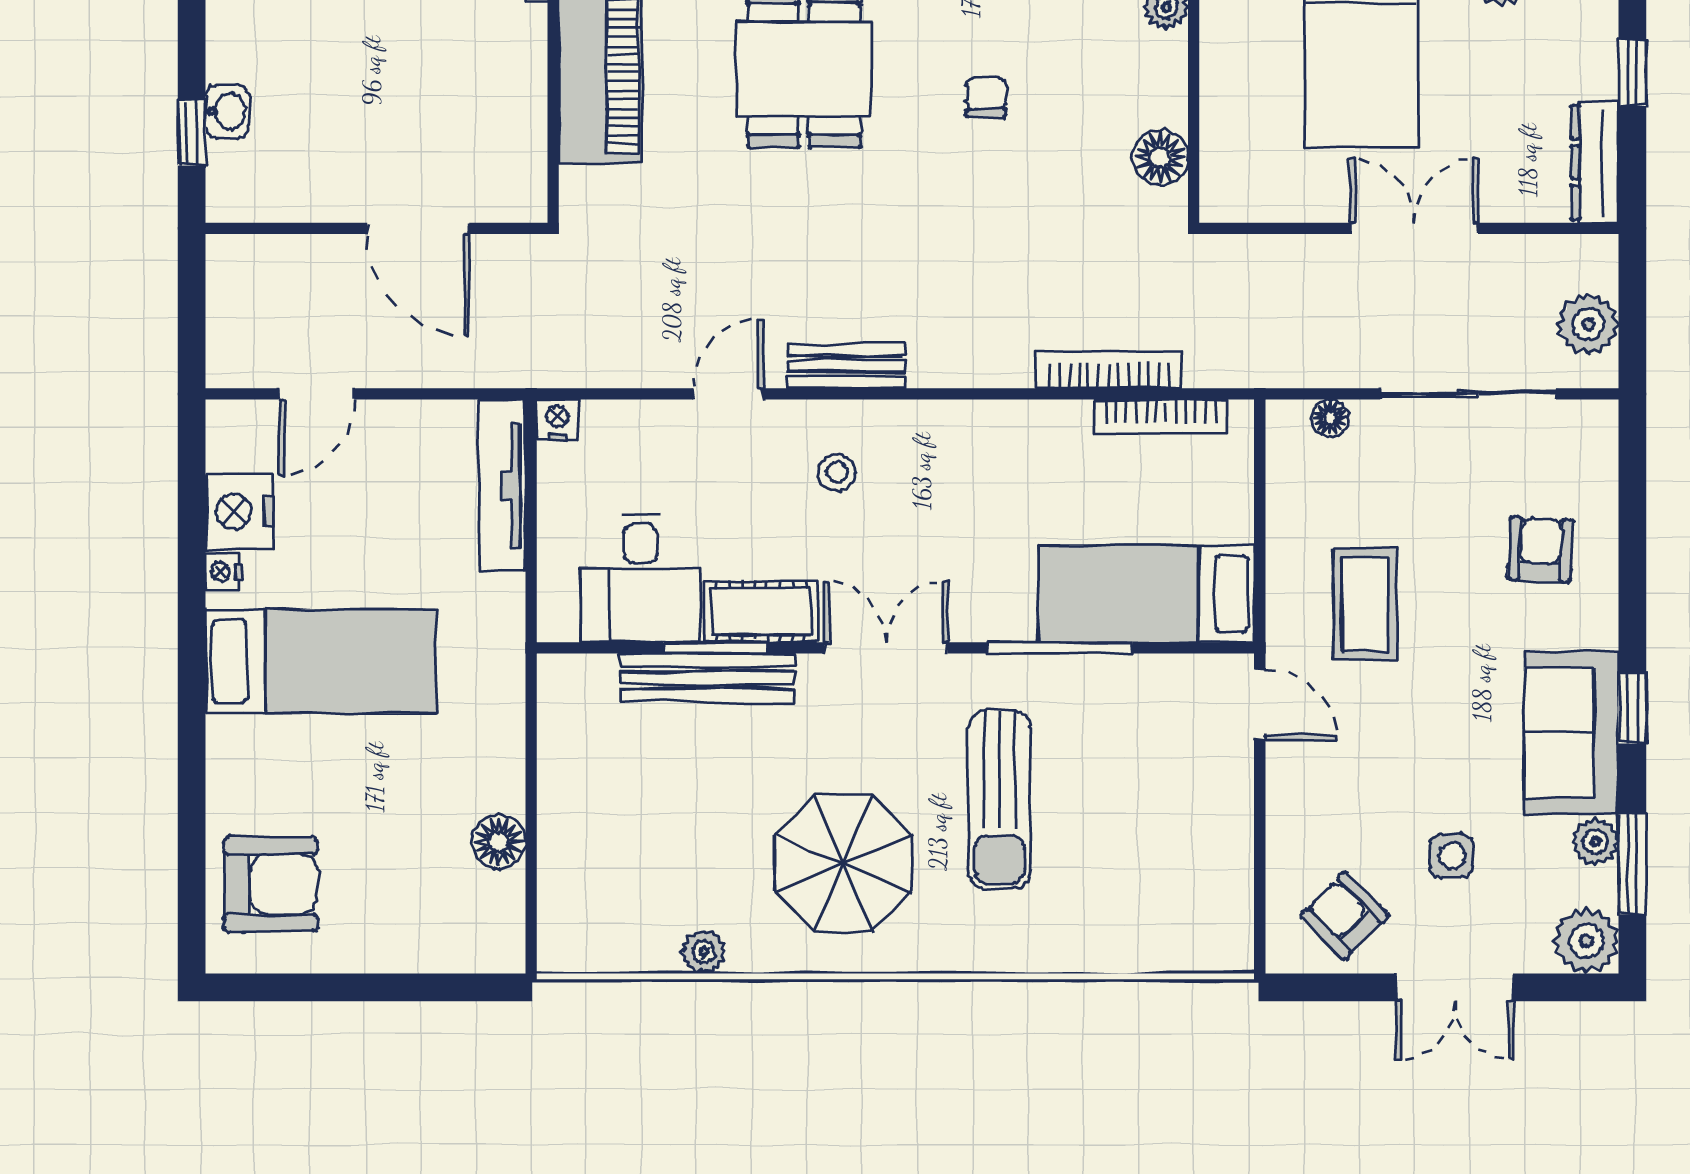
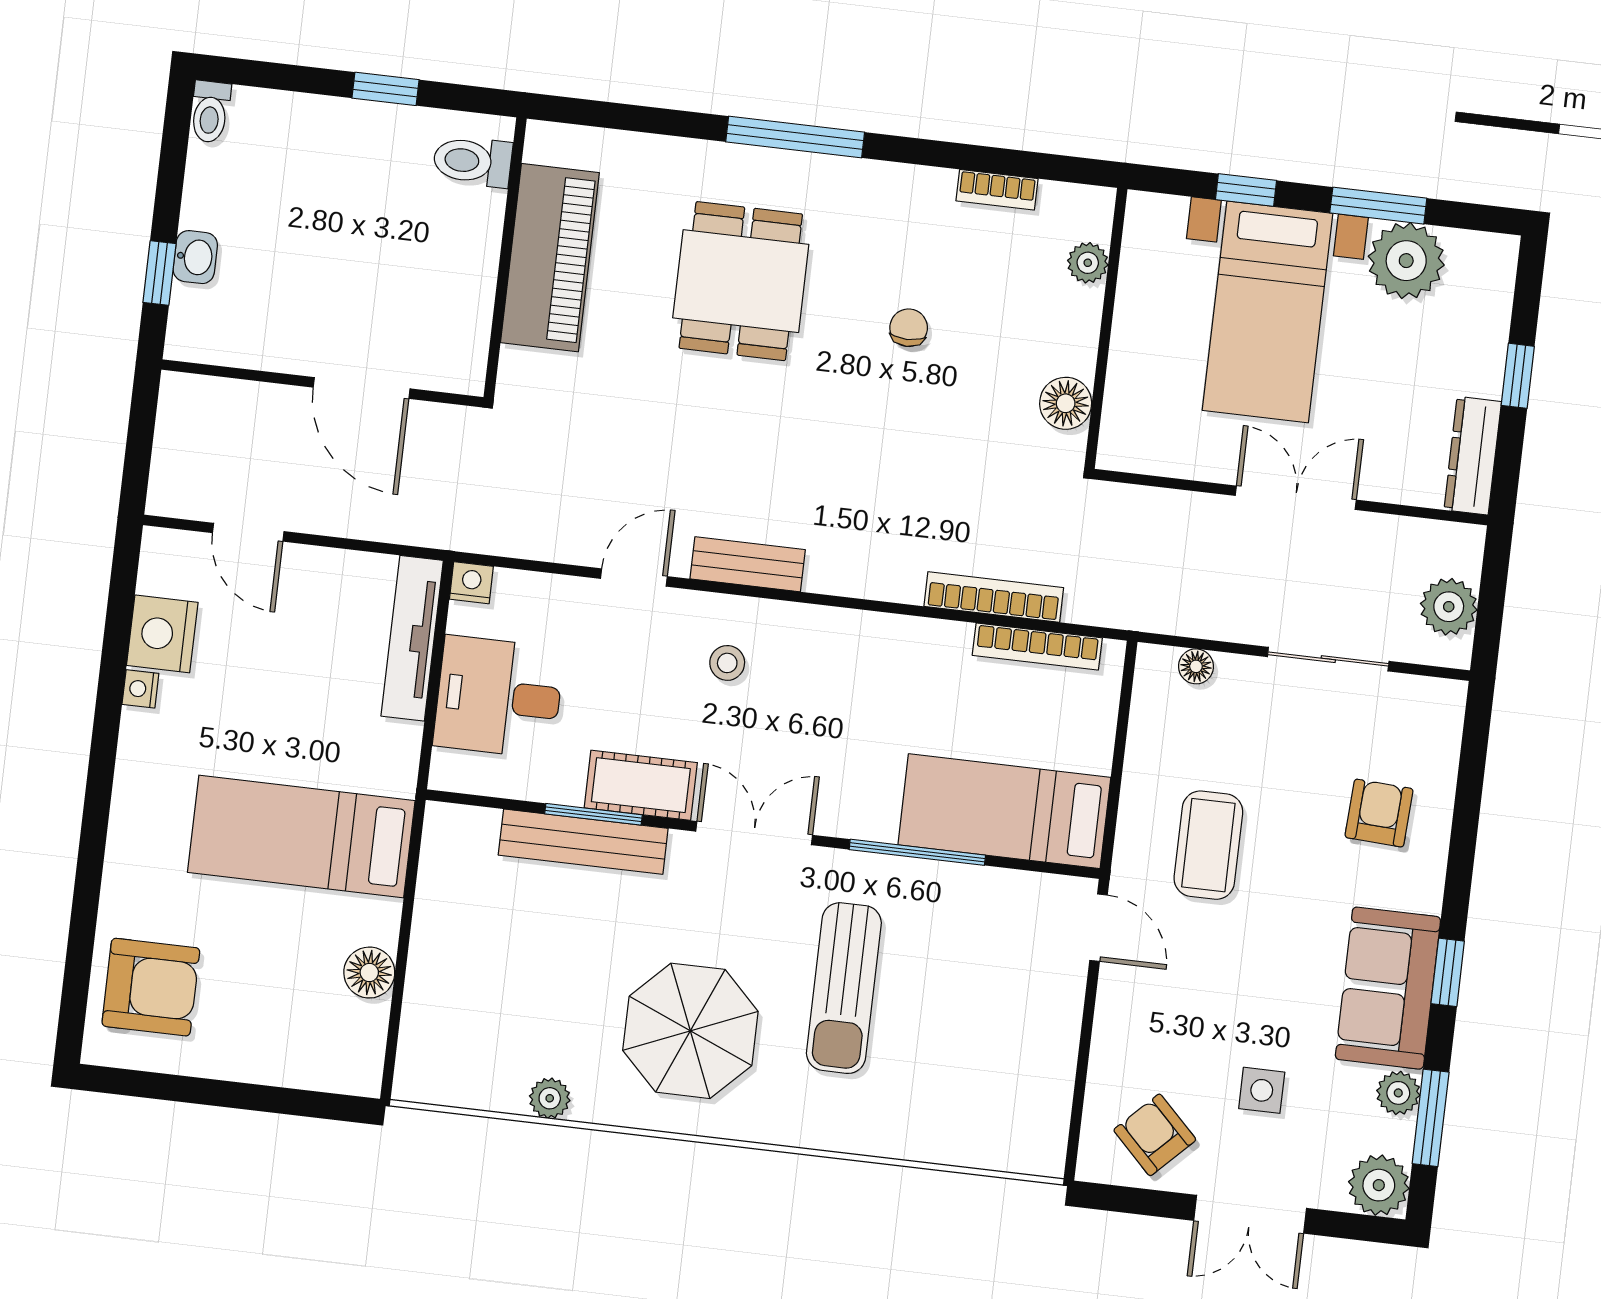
door: (317, 394) -> (248, 532), hinge flipped
sliding door: (1468, 394) -> (1328, 659), width x0.73
desk: (640, 578) -> (499, 697), moved, turned 90
bed: (321, 661) -> (301, 836), moved, turned 180

